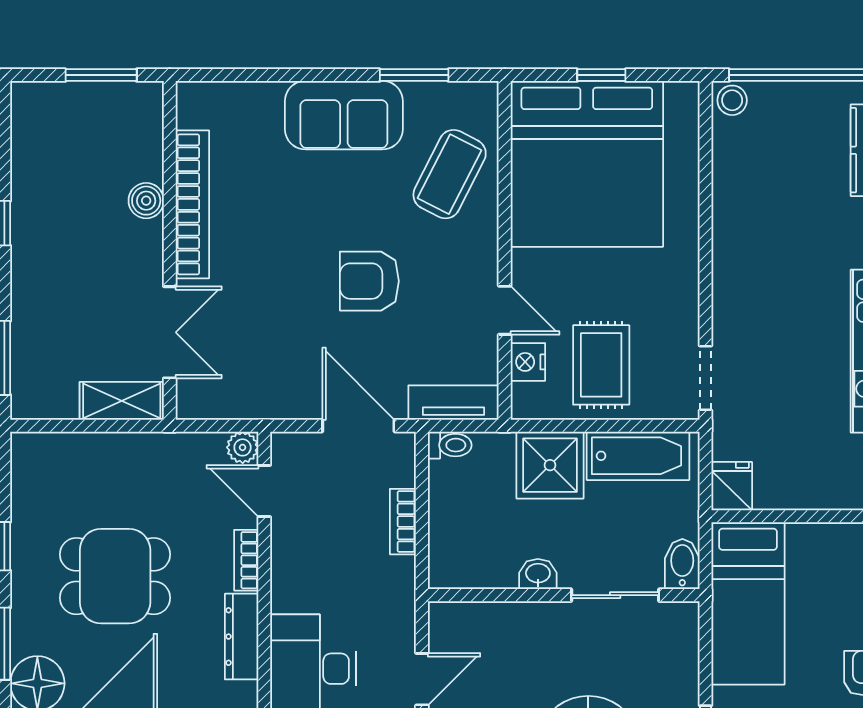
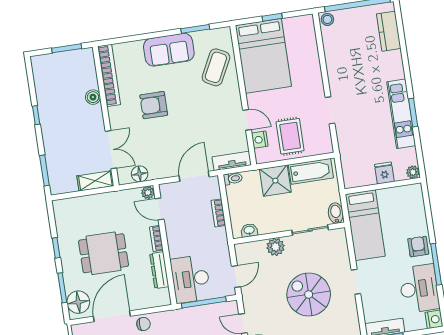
bed: (587, 164) -> (263, 56), width x0.73
bookcase: (192, 204) -> (109, 75), moved
armchair: (369, 281) -> (154, 105), moved
doorway: (706, 378) -> (330, 110), moved
floor lamp: (229, 400) -> (140, 174), added
door: (358, 426) -> (194, 176), hinge flipped
fridge: (732, 486) -> (384, 173), moved
washbasin: (538, 574) -> (249, 230), moved
plant: (527, 623) -> (275, 247), added

